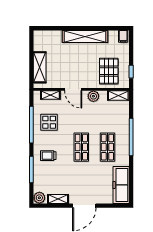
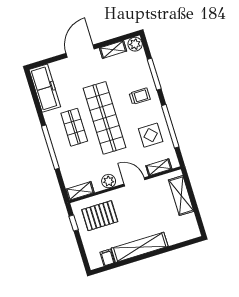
filing cabinet: (123, 36) -> (107, 257), moved
pallet: (109, 71) -> (100, 216), turned 90
shop shelf: (81, 147) -> (104, 118), width x2.00, depth x1.36

